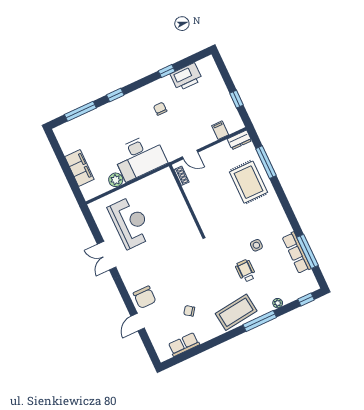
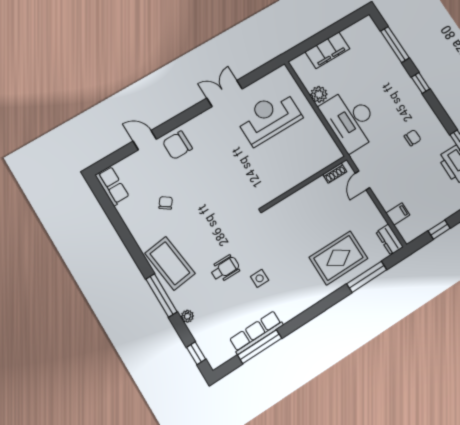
reception desk: (130, 222) -> (269, 117), turned 180
row of seats: (184, 344) -> (112, 186), moved

